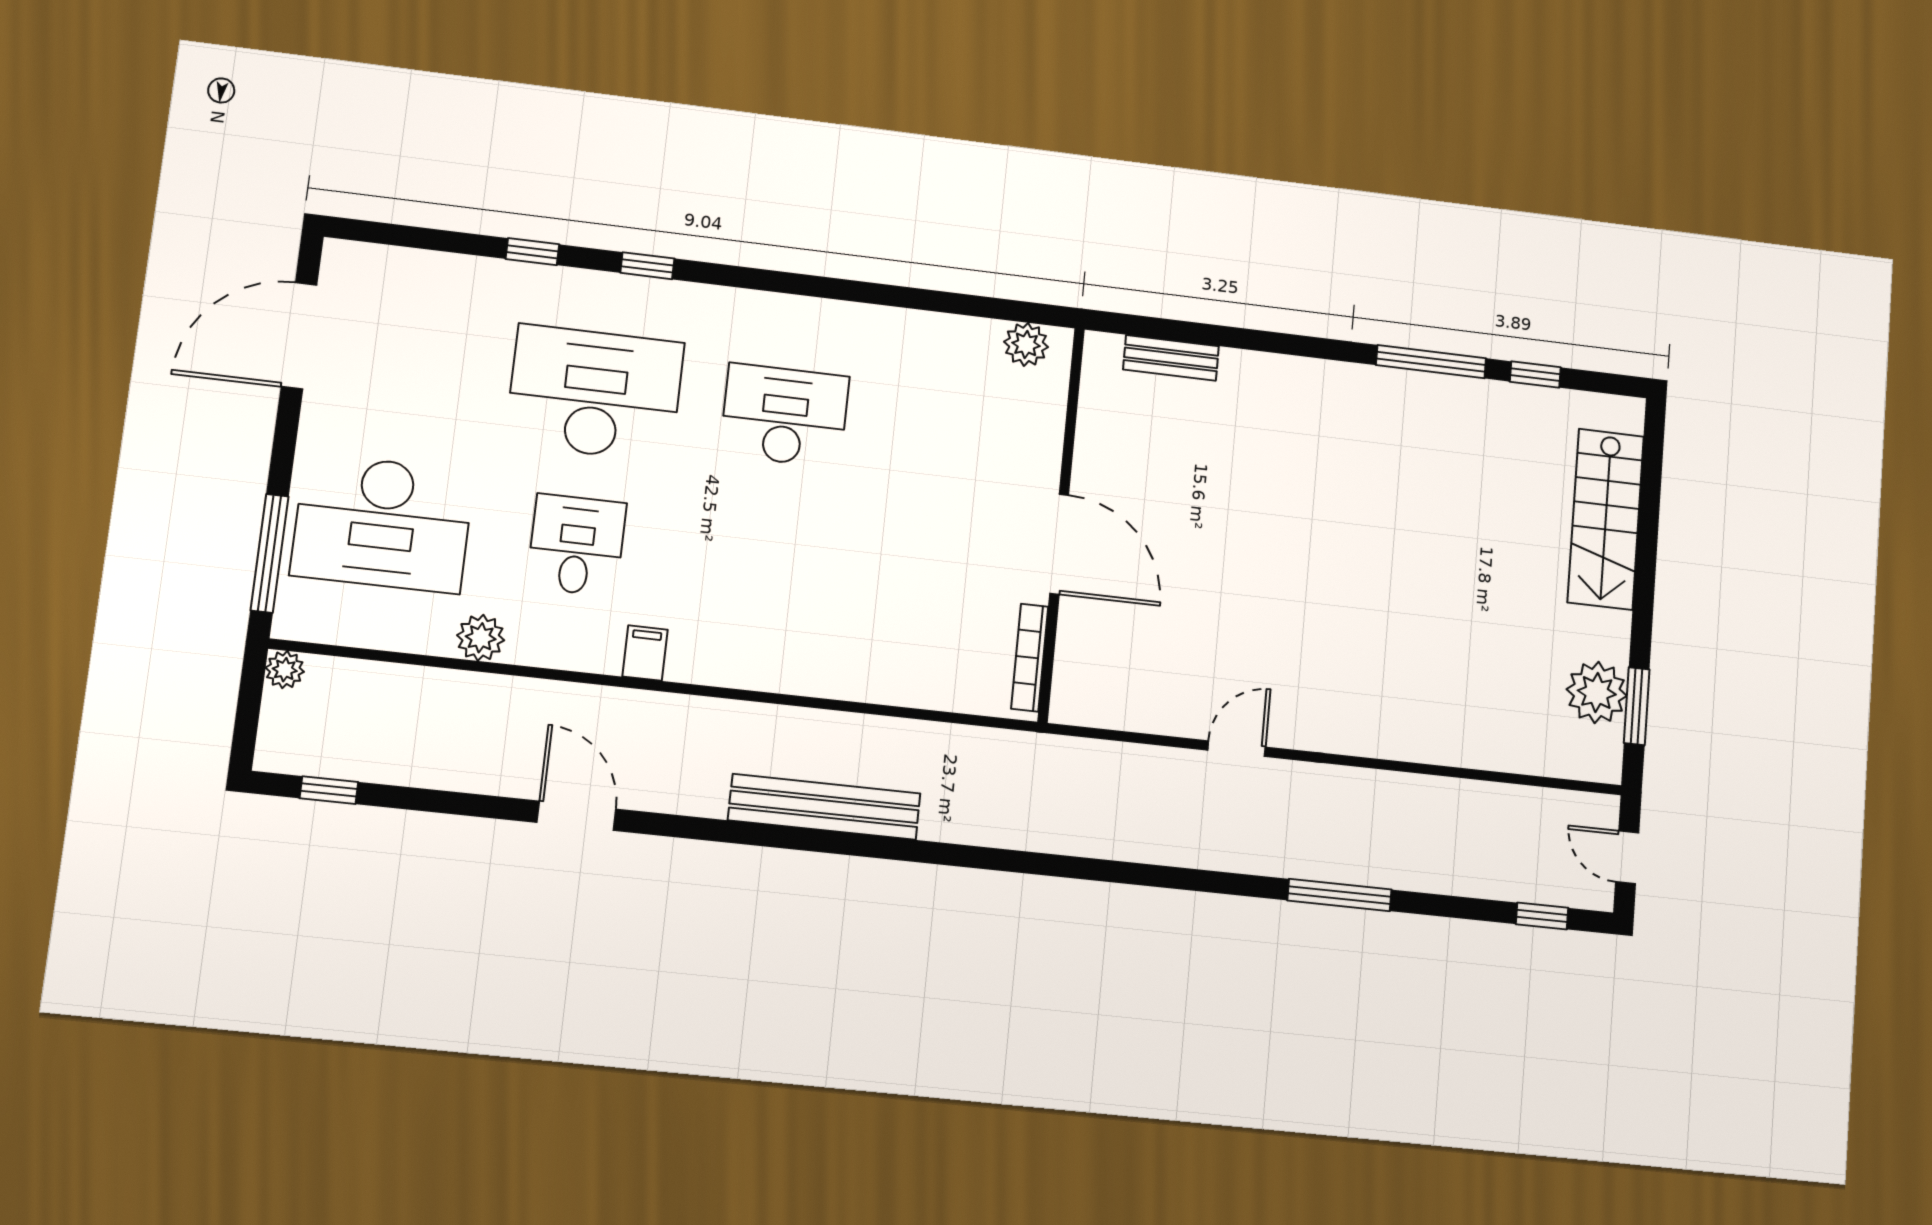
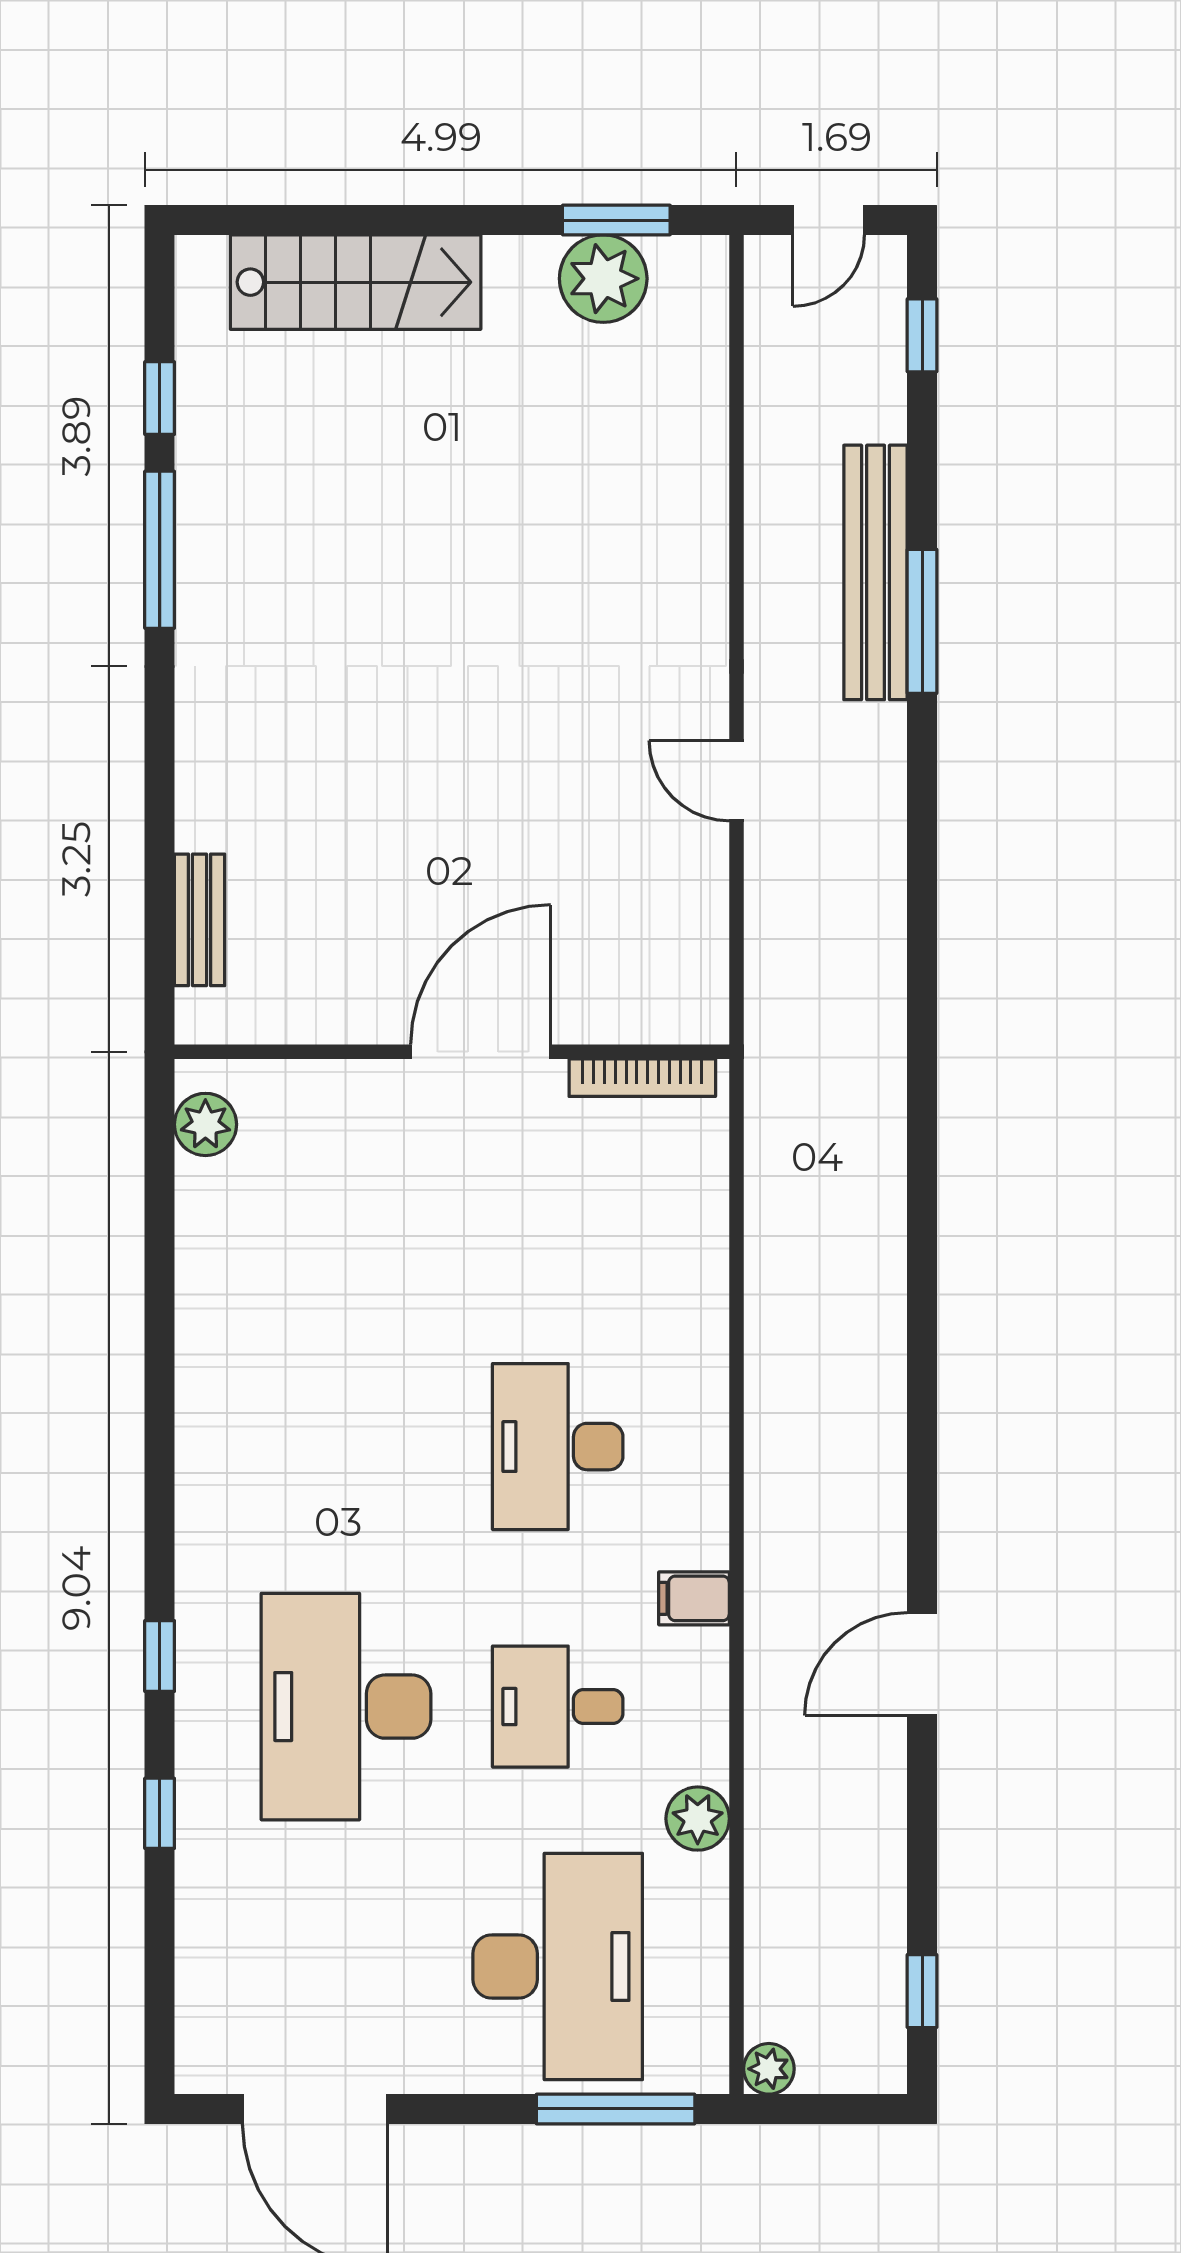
desk: (785, 415) -> (558, 1447), moved
bench: (824, 807) -> (876, 572), moved

